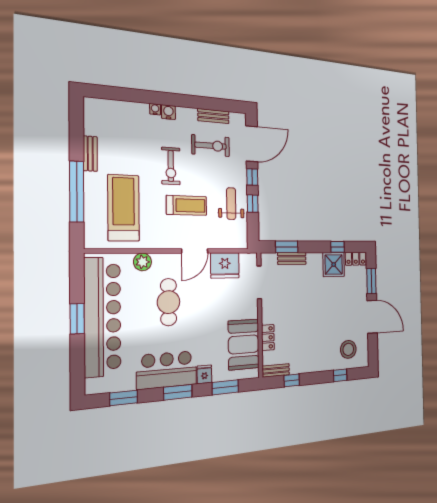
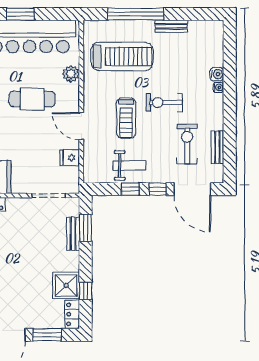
water cooler: (168, 112) -> (217, 74), moved
exercise bike: (211, 146) -> (187, 144), turned 180
fridge: (225, 265) -> (70, 158), width x0.53, depth x0.75

